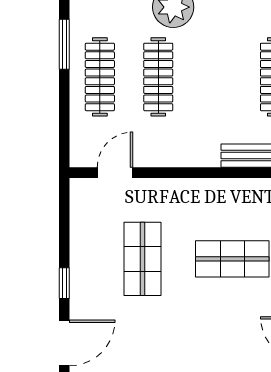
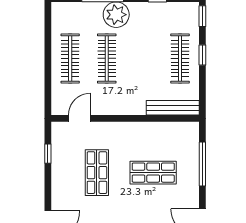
window: (64, 44) -> (48, 38), removed
window: (64, 283) -> (48, 154), moved

